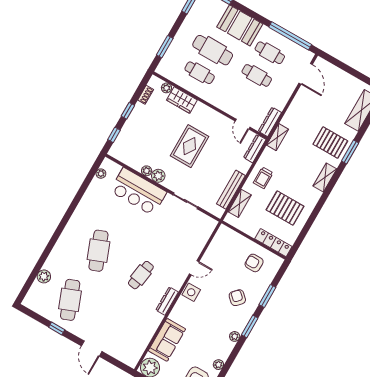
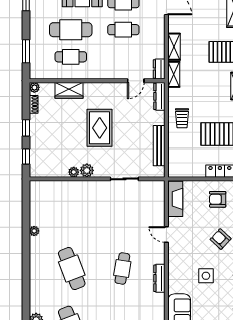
plant: (166, 88) -> (34, 87), moved
dresser: (270, 122) -> (159, 69), width x0.70
door: (243, 124) -> (136, 81), hinge flipped
plant: (101, 174) -> (34, 231), moved
bar counter: (138, 192) -> (77, 195), removed
shelving: (240, 203) -> (174, 47), moved
fireplace: (219, 242) -> (175, 199), added
door: (194, 268) -> (166, 234), swing flipped
side table: (191, 292) -> (206, 276), moved

